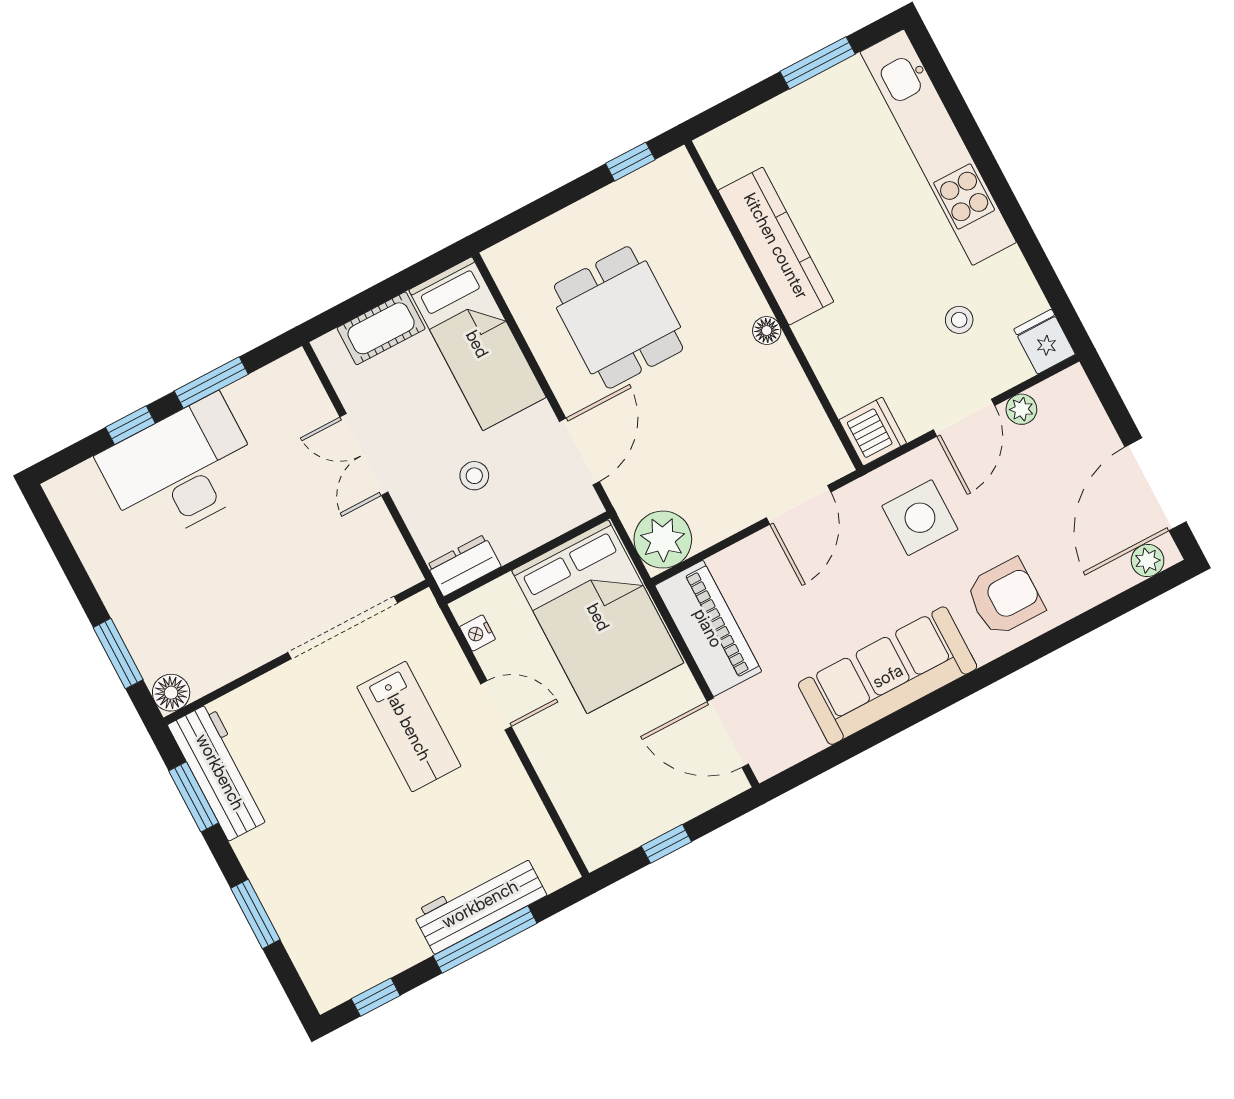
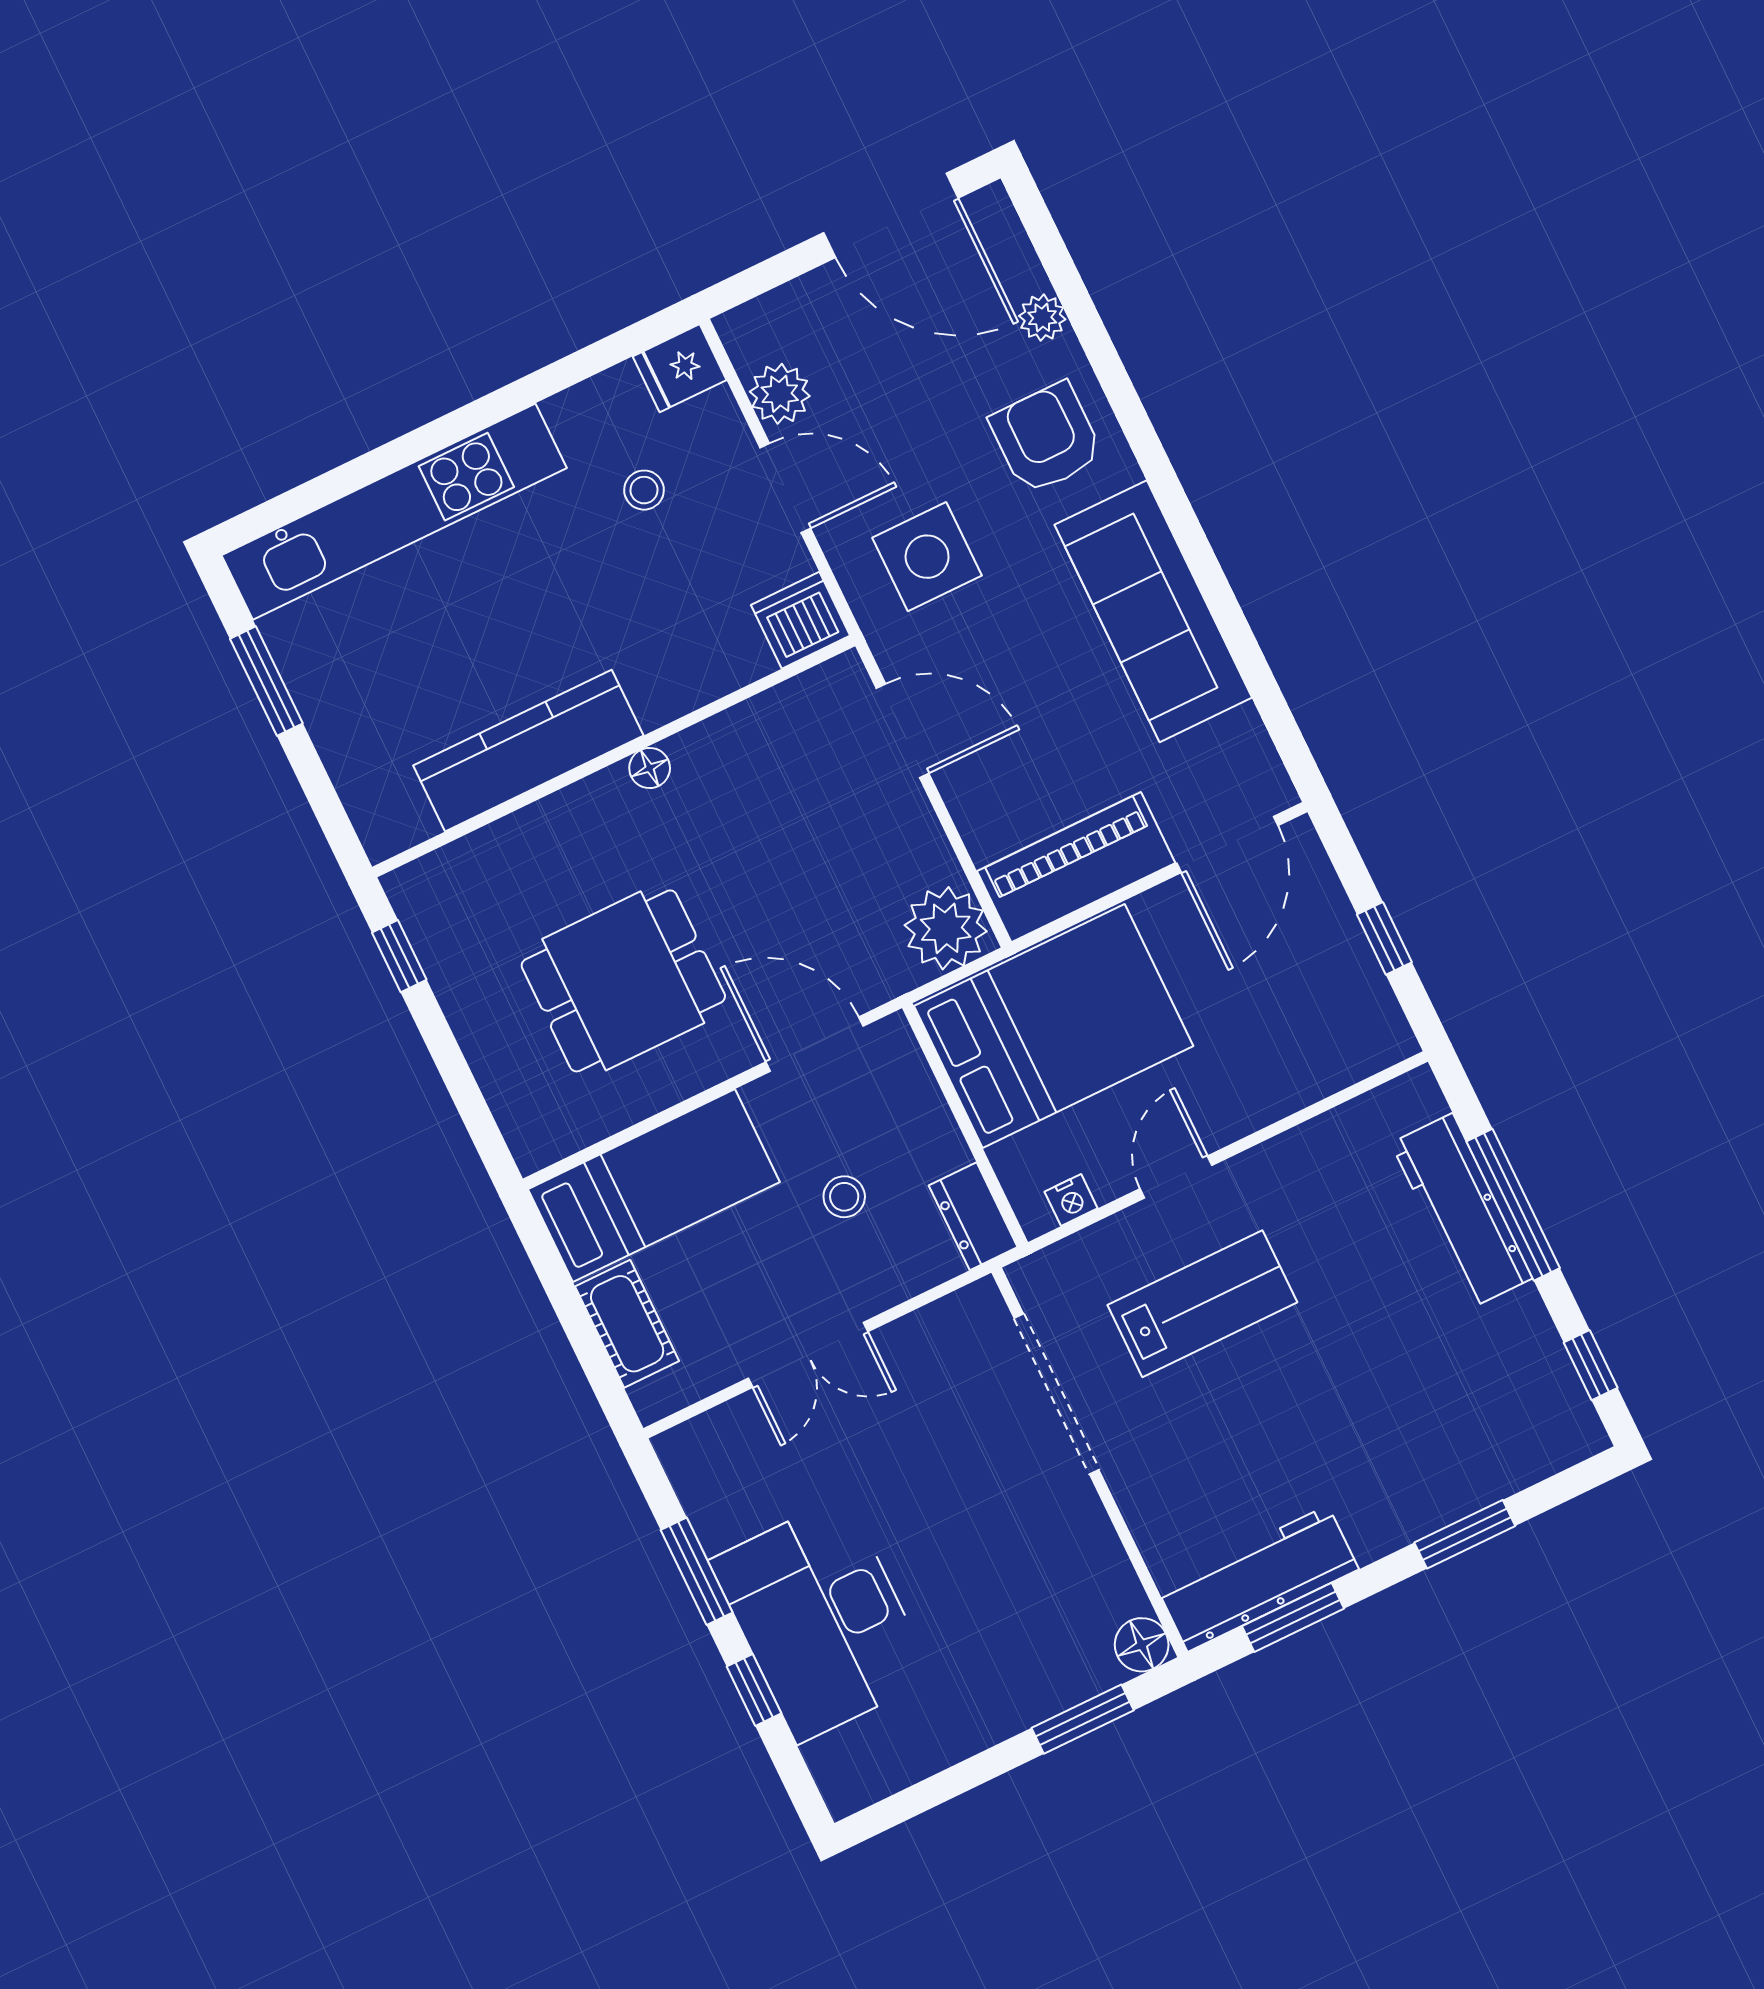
plant: (1021, 409) -> (780, 394), width x1.38, depth x1.38
plant: (1148, 560) -> (1042, 318), moved

